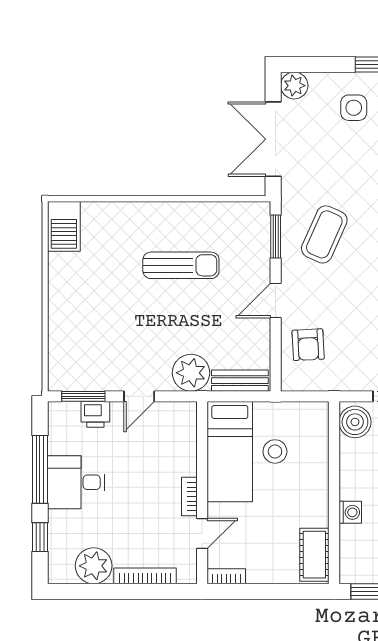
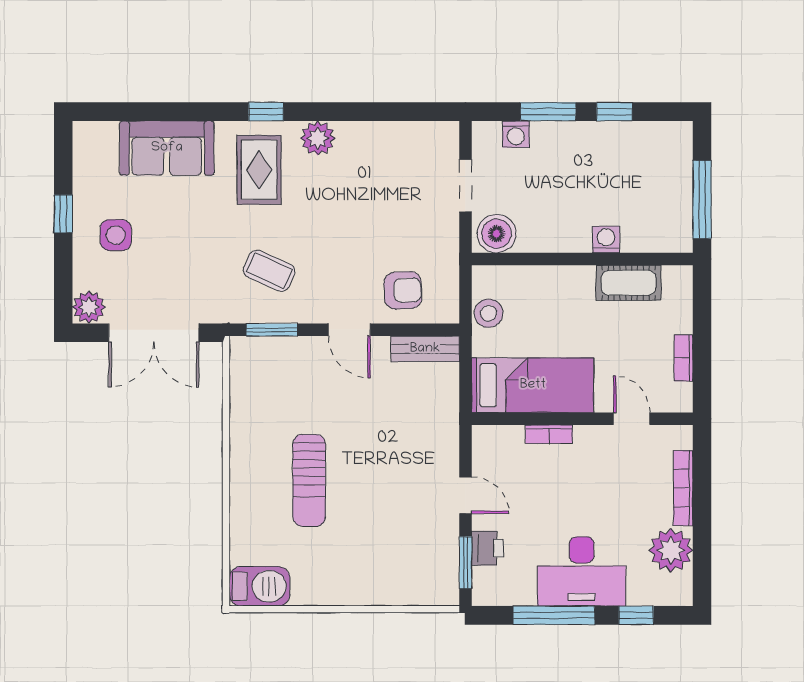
coffee table: (324, 234) -> (269, 271), width x0.73, depth x0.77
sun lounger: (181, 265) -> (309, 480), moved, turned 180
plant: (191, 373) -> (437, 432), removed
bench: (240, 381) -> (425, 349), moved, turned 90
stool: (275, 451) -> (489, 313), moved
desk: (76, 482) -> (582, 571), width x1.37
bookcase: (189, 496) -> (549, 434), moved
cot: (314, 555) -> (629, 283), moved
bookcase: (226, 576) -> (684, 358), moved

